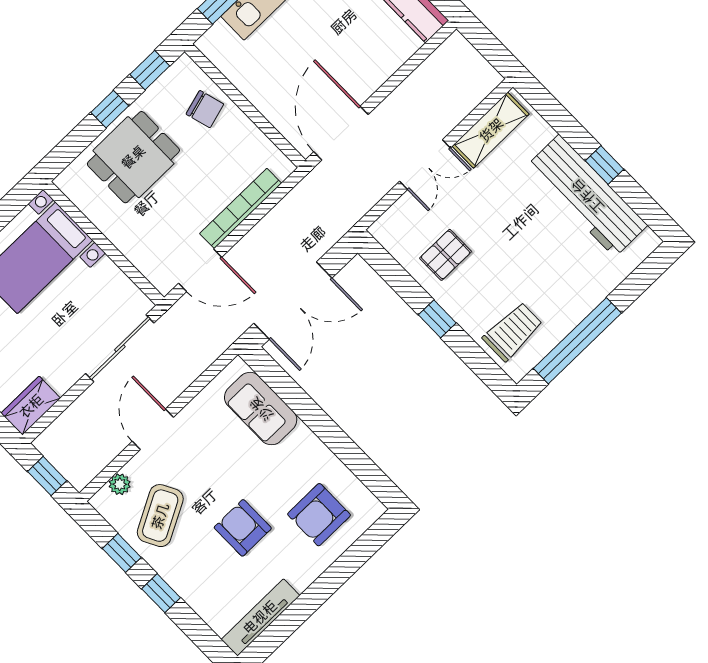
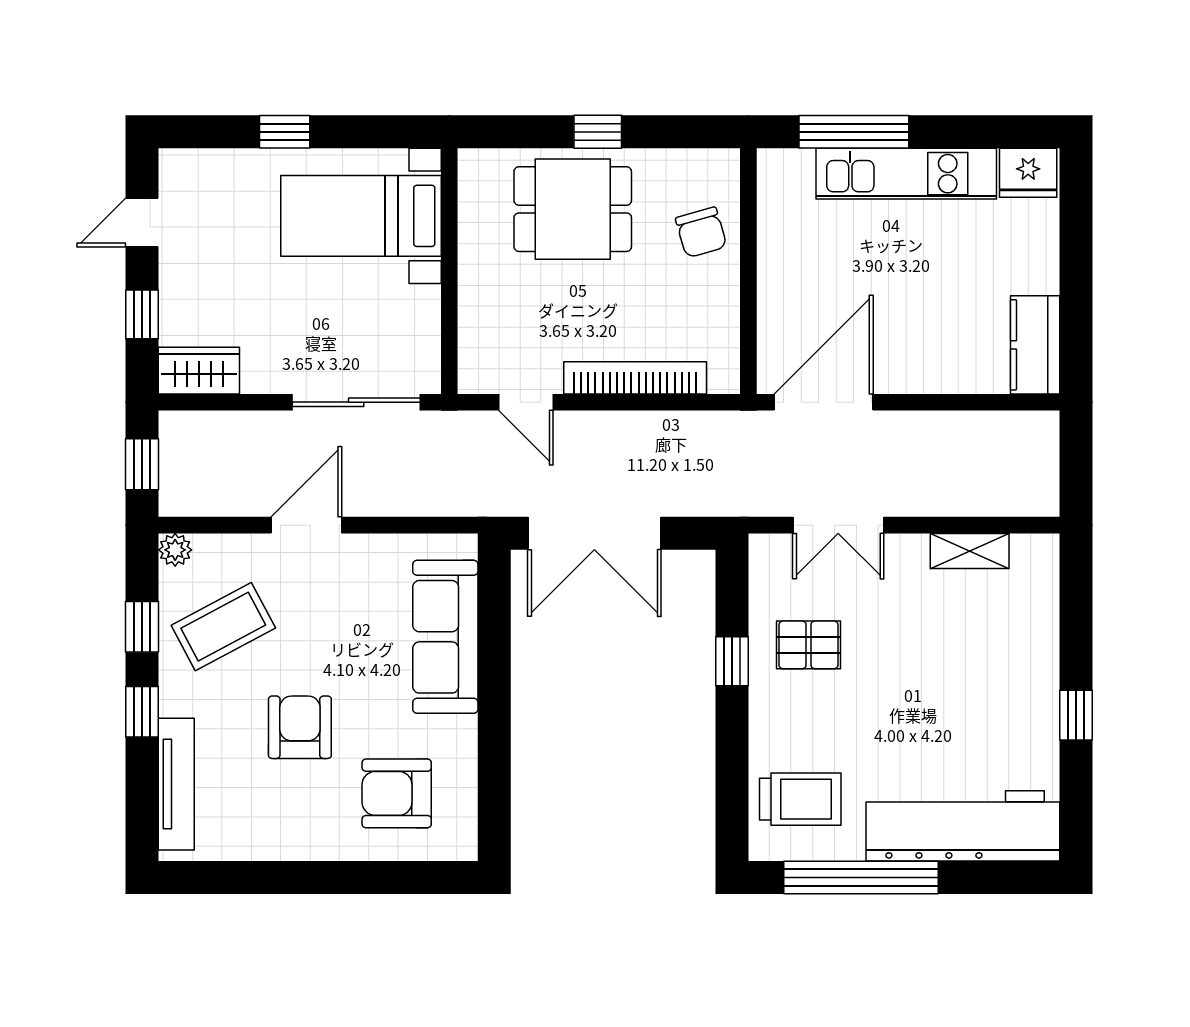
window: (150, 70) -> (682, 132), removed
shelving: (491, 130) -> (970, 551), width x0.67, depth x0.75
double door: (425, 165) -> (838, 525), moved
workbench: (587, 196) -> (963, 826), moved, turned 90
door: (200, 270) -> (526, 402), width x0.73
window: (437, 319) -> (732, 661), moved
sofa: (261, 409) -> (445, 637), width x1.36
plant: (120, 484) -> (175, 550), moved
tv unit: (260, 617) -> (176, 784), moved, turned 90

